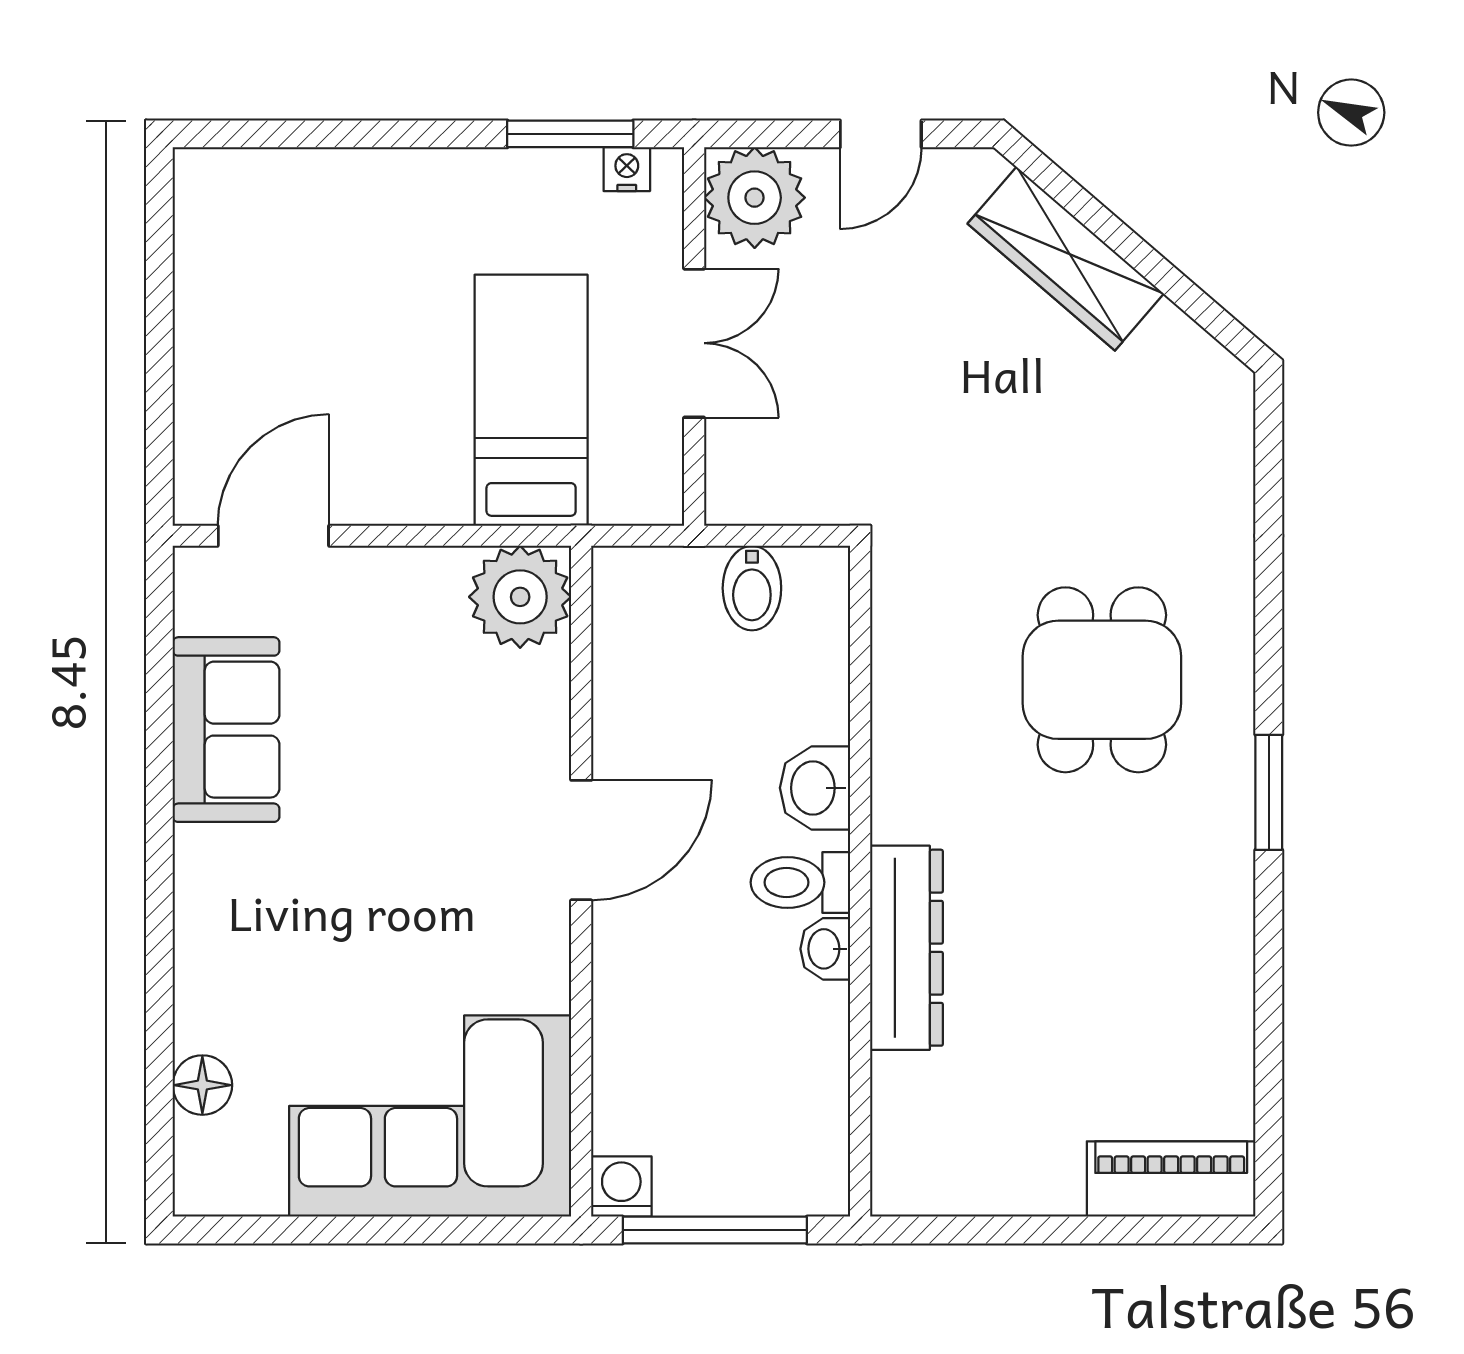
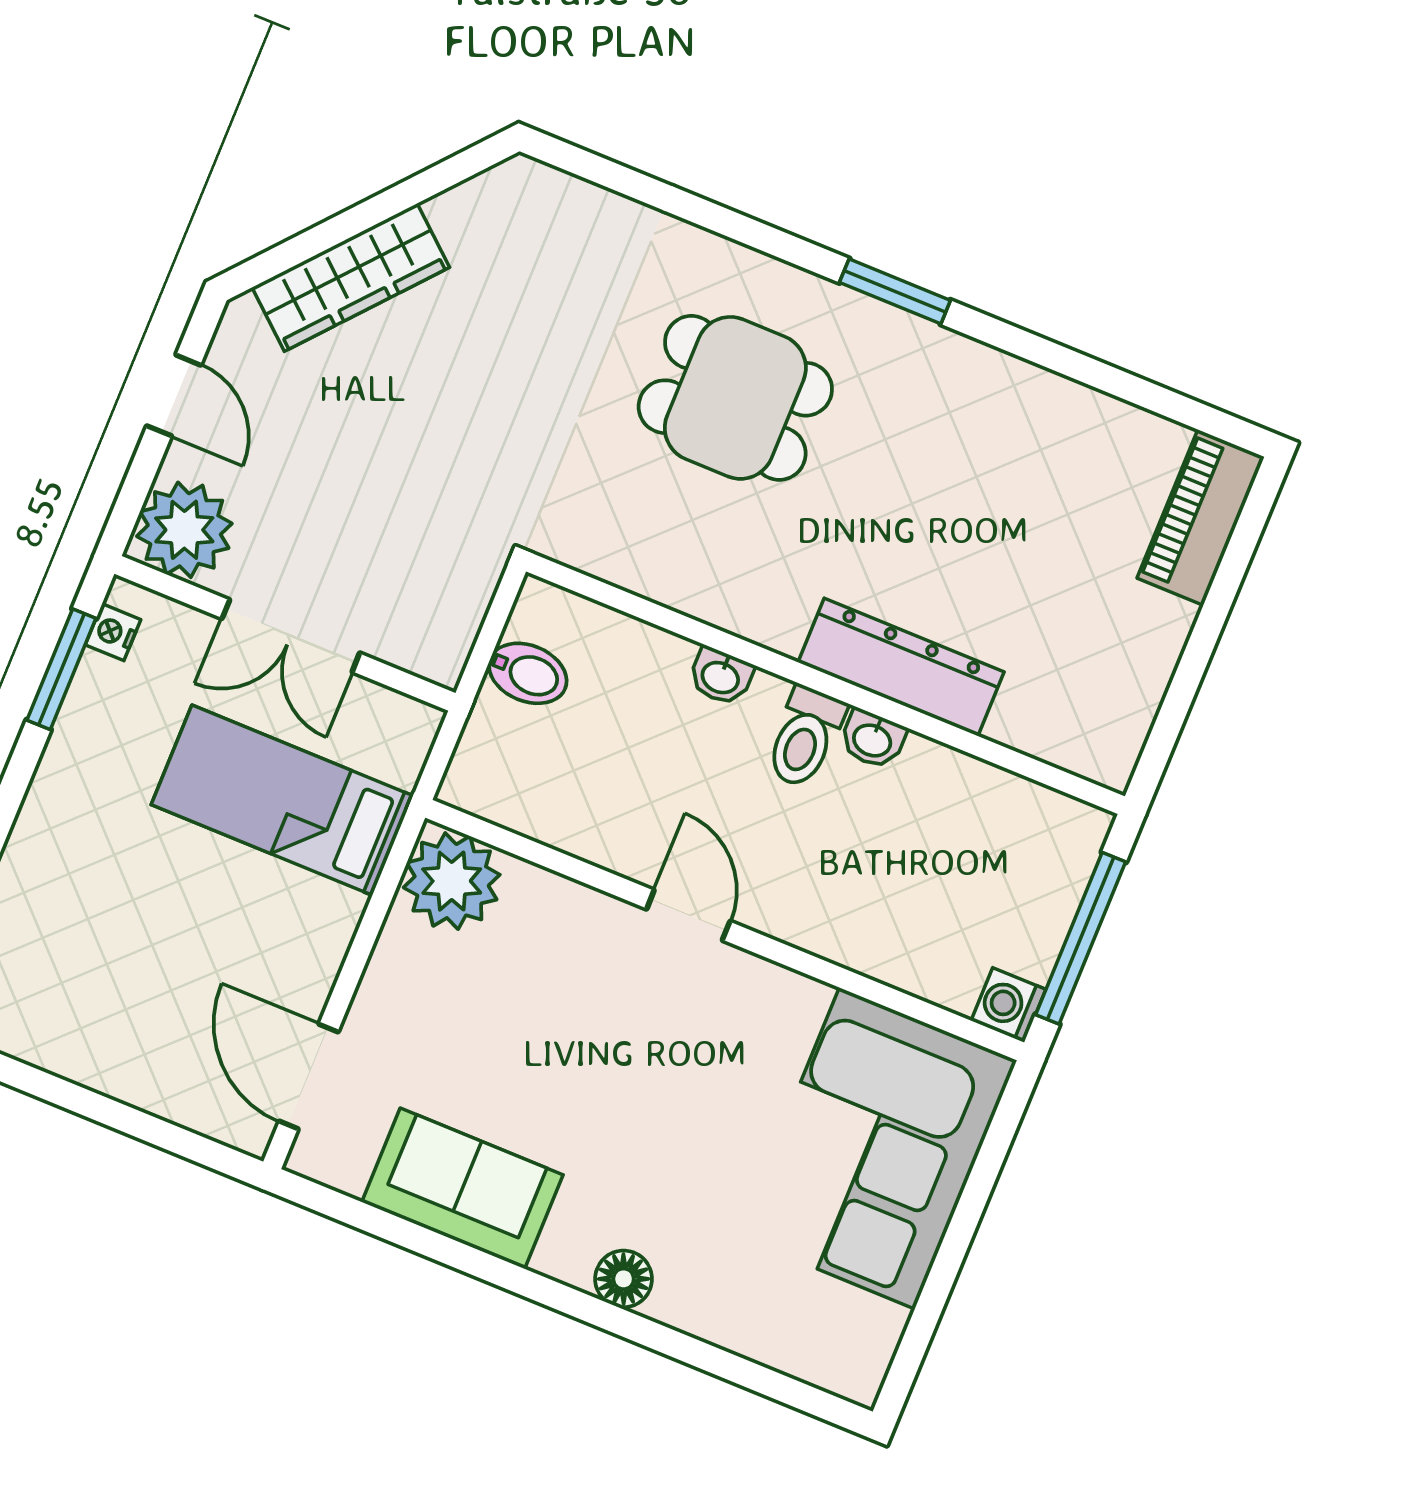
double door: (694, 343) -> (291, 636), swing flipped
washbasin: (815, 788) -> (721, 676), width x0.72, depth x0.69
door: (581, 840) -> (688, 915), width x0.73
floor lamp: (202, 1085) -> (624, 1279), moved

